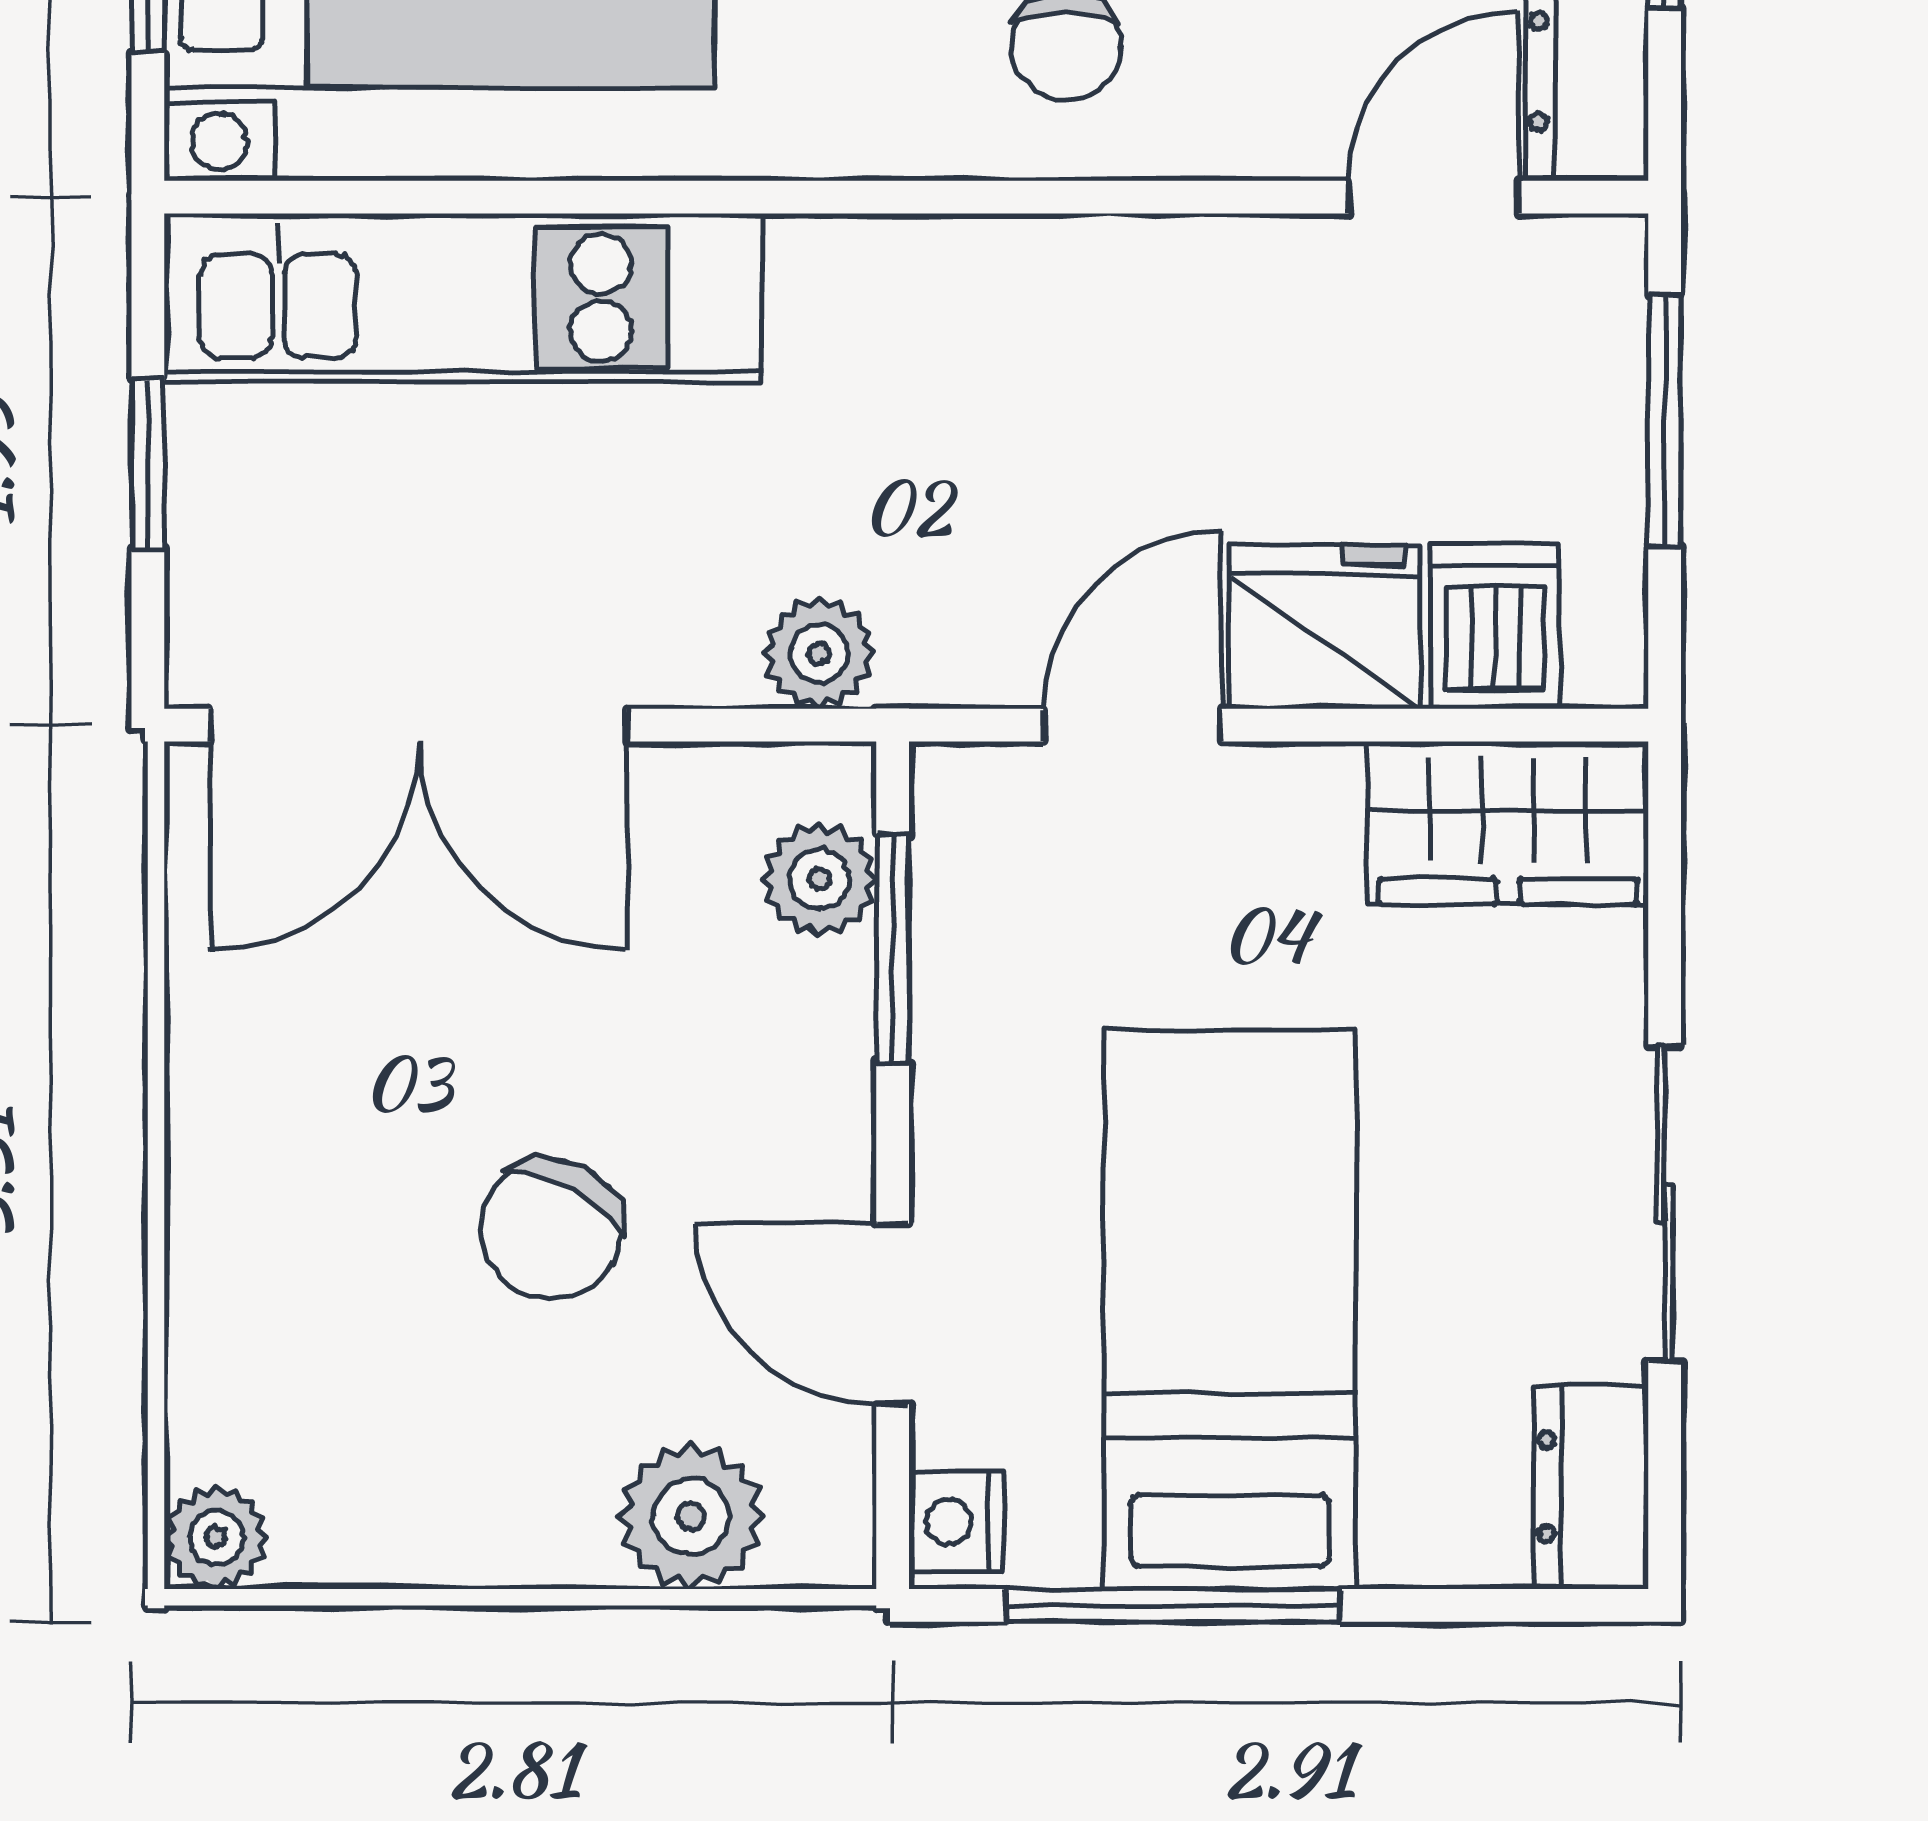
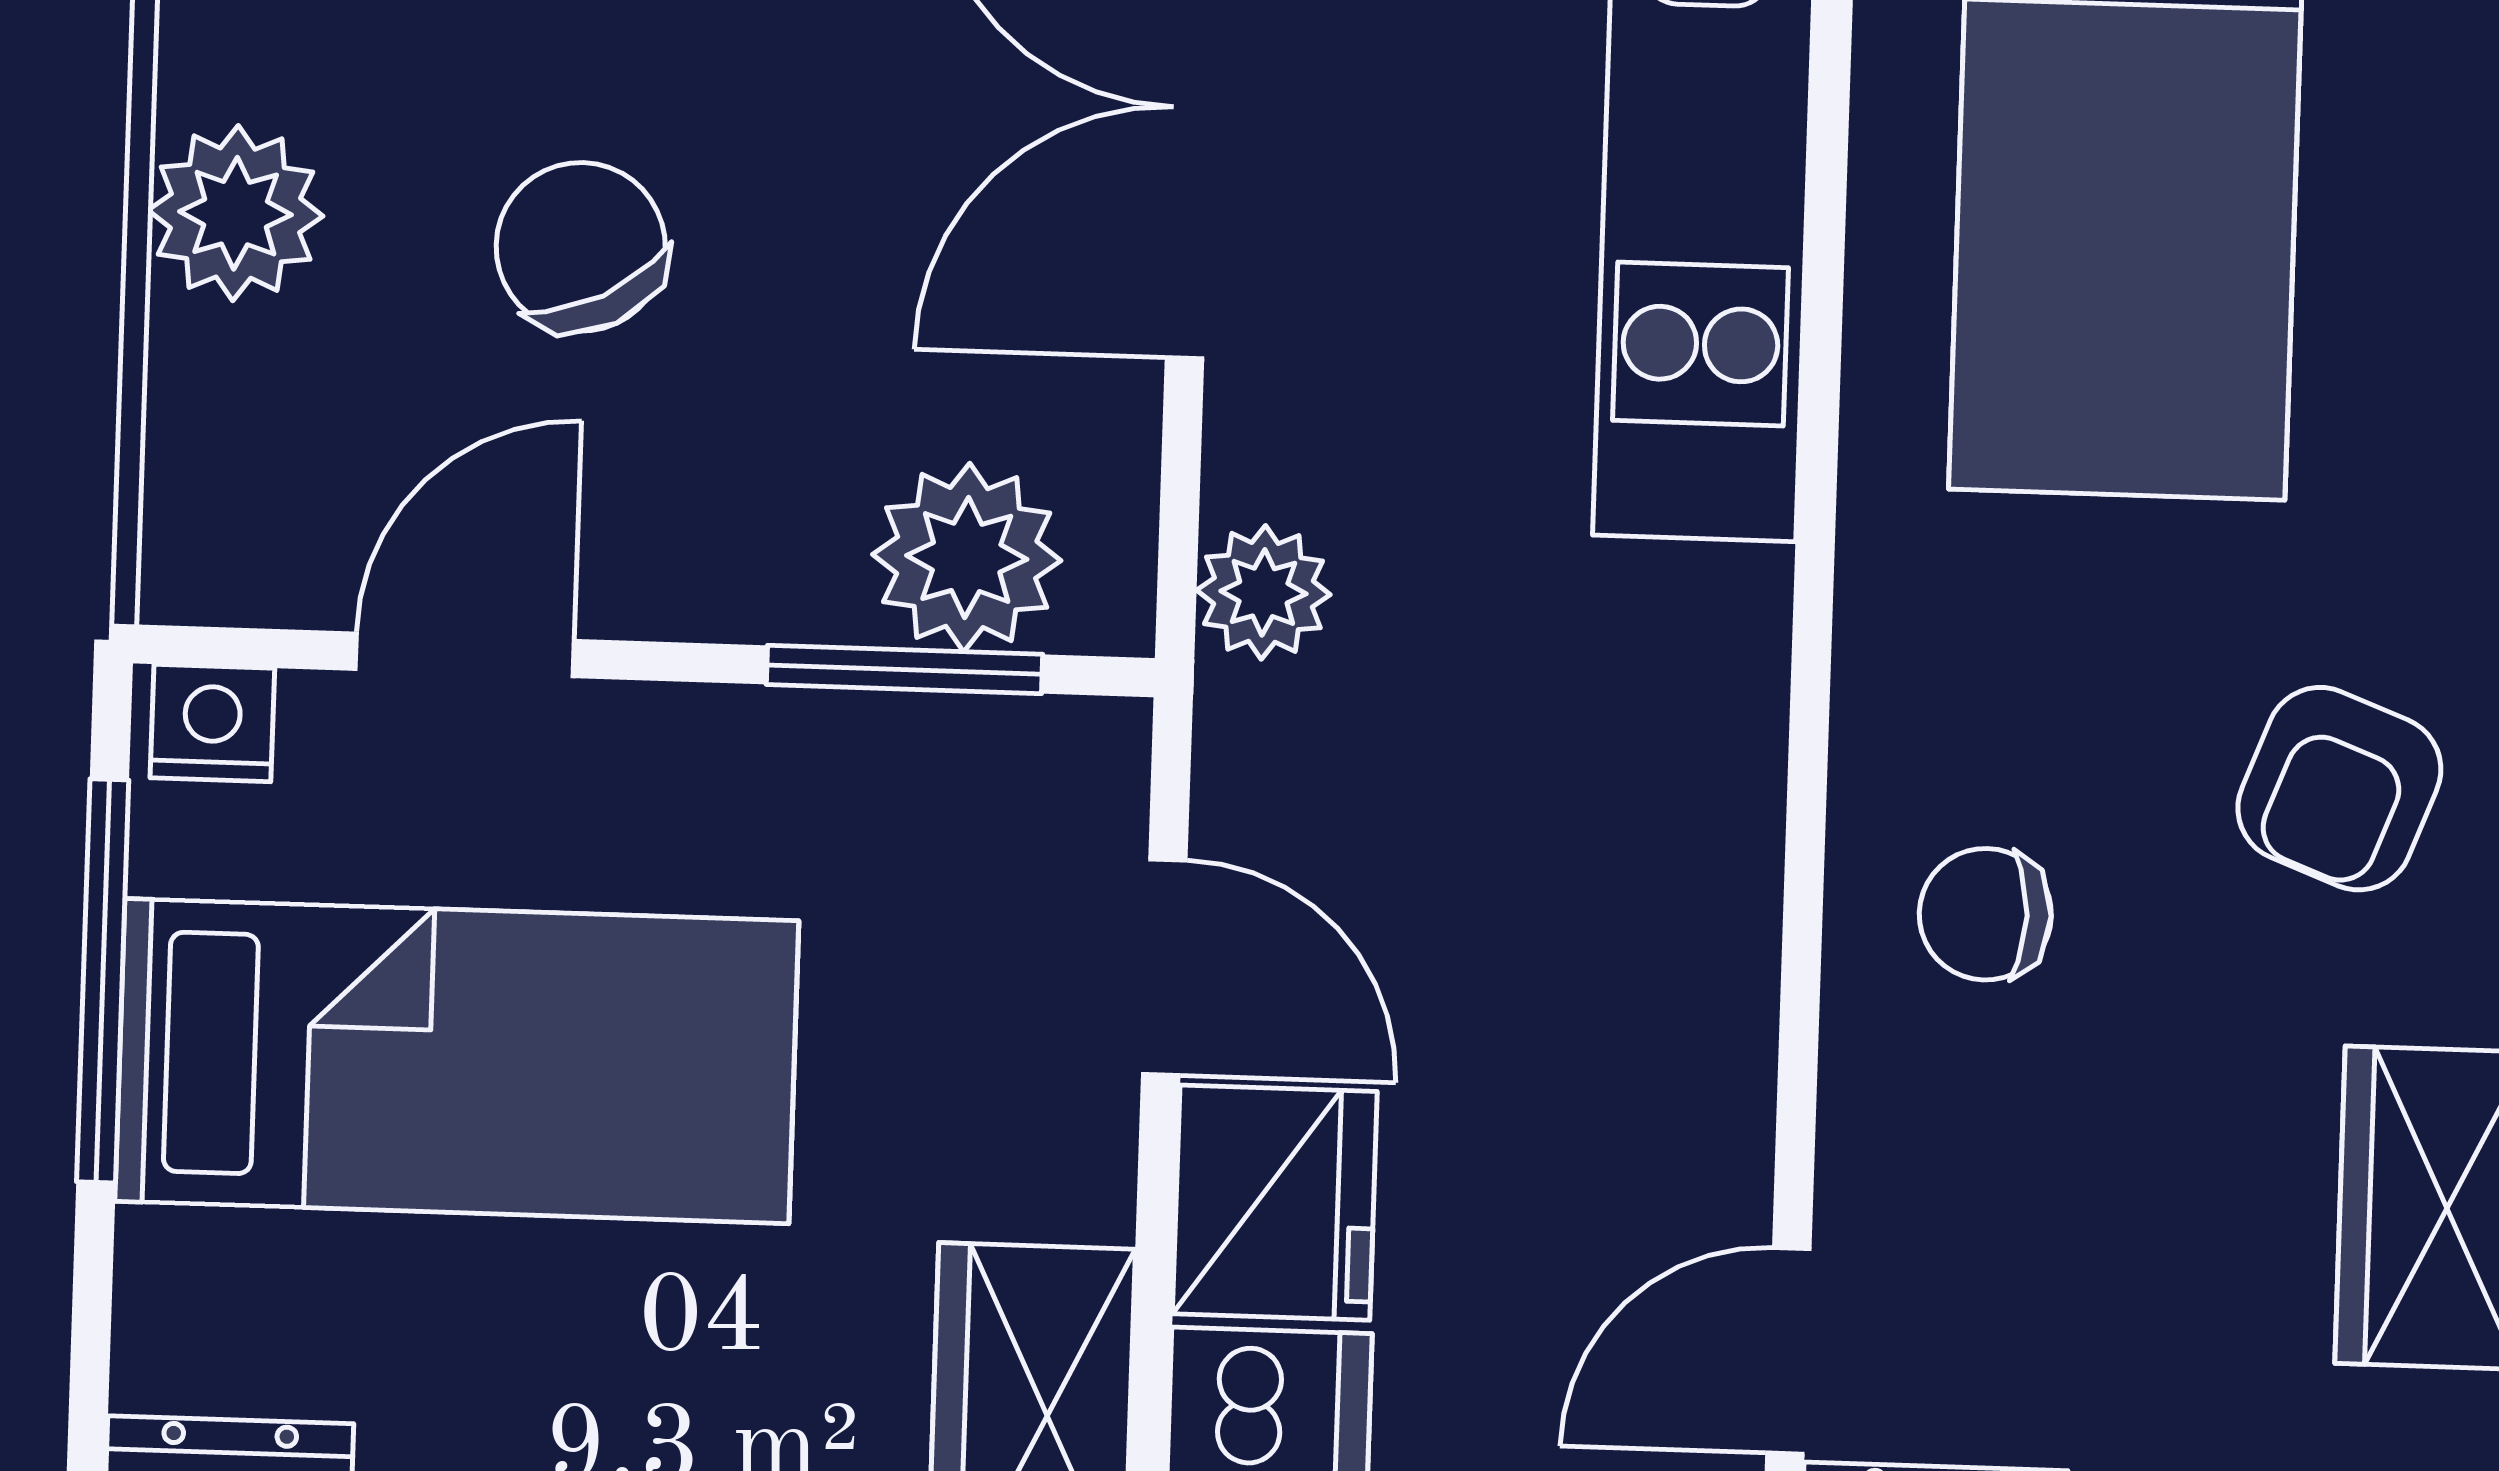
door: (1434, 197) -> (1788, 1351), swing flipped
plant: (819, 879) -> (967, 557), width x1.38, depth x1.38
chair: (551, 1229) -> (581, 247), turned 35
plant: (691, 1516) -> (236, 213), moved

